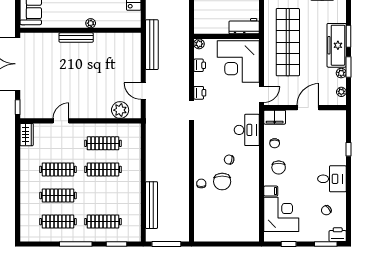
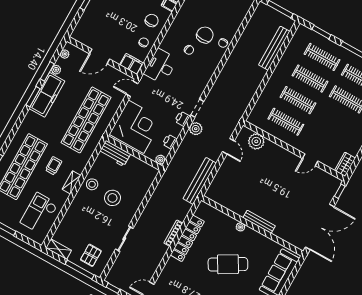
plant: (182, 91) -> (196, 129), added
clothes rail: (58, 169) -> (310, 79), moved

